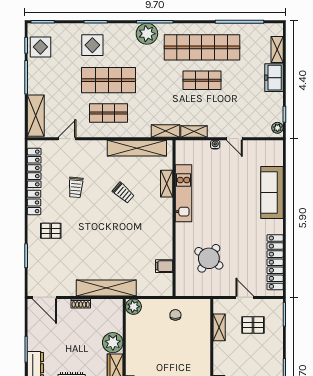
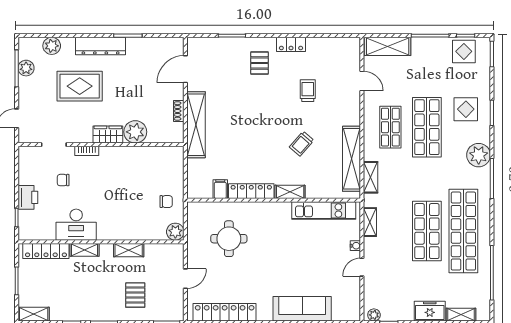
plant: (147, 34) -> (479, 155), moved
shop shelf: (202, 80) -> (427, 231), width x1.43, depth x1.36
shelving: (166, 131) -> (370, 177), moved
locker: (34, 168) -> (251, 191), moved, turned 180
shelving: (167, 184) -> (290, 192), moved
trolley: (76, 187) -> (308, 91), turned 85
kitchen unit: (183, 193) -> (324, 211), moved
round table: (209, 258) -> (229, 239), turned -35
door: (44, 297) -> (185, 69), moved
shoe rack: (81, 303) -> (179, 111), moved
plant: (133, 307) -> (175, 232), moved
pallet: (253, 325) -> (135, 295), moved
shelving: (219, 327) -> (129, 250), moved

